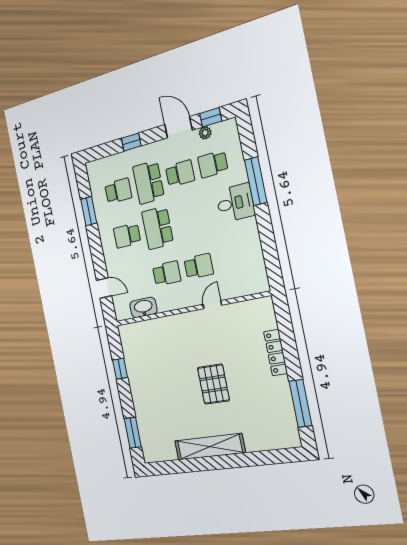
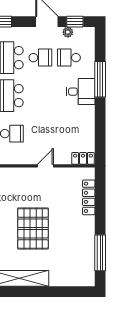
school desk: (199, 266) -> (40, 134), removed
locker: (255, 286) -> (83, 158), added
locker: (276, 353) -> (89, 197), moved
pallet: (213, 384) -> (33, 229), width x1.37, depth x1.41

